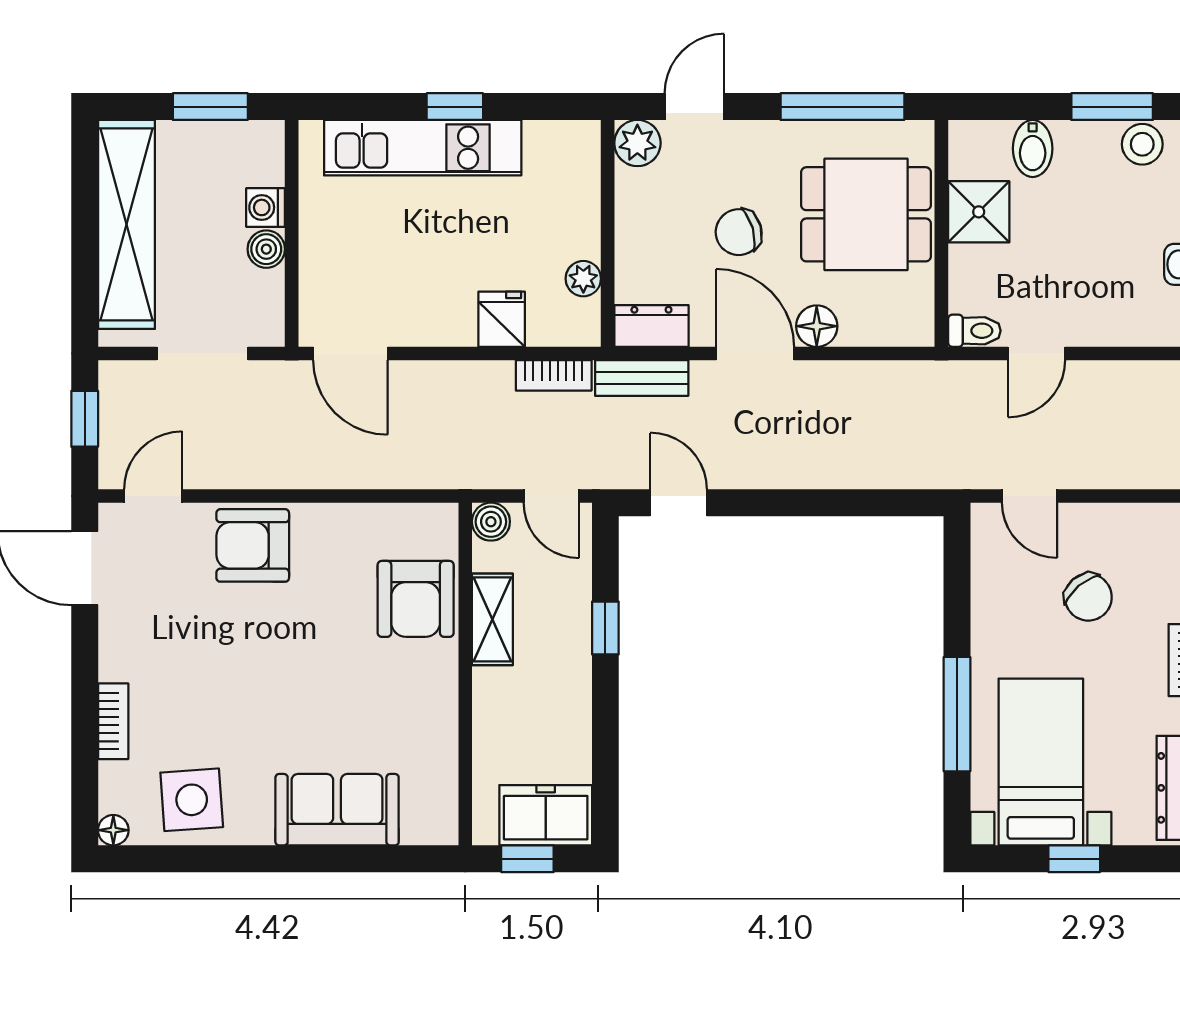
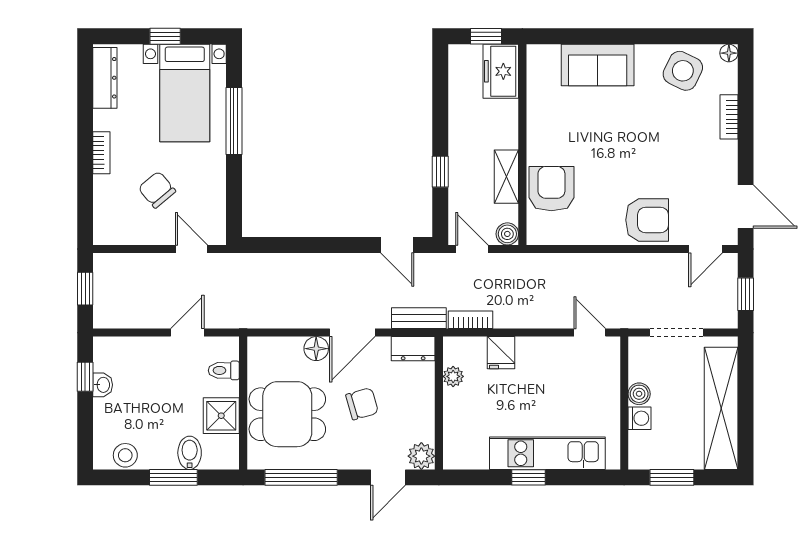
window: (1112, 107) -> (173, 477), moved
toilet: (974, 331) -> (224, 370), moved
door: (350, 354) -> (590, 333), width x0.73
door: (755, 354) -> (352, 333), hinge flipped
side table: (192, 800) -> (683, 71), turned 30
freezer: (546, 815) -> (501, 71), moved, turned 90

